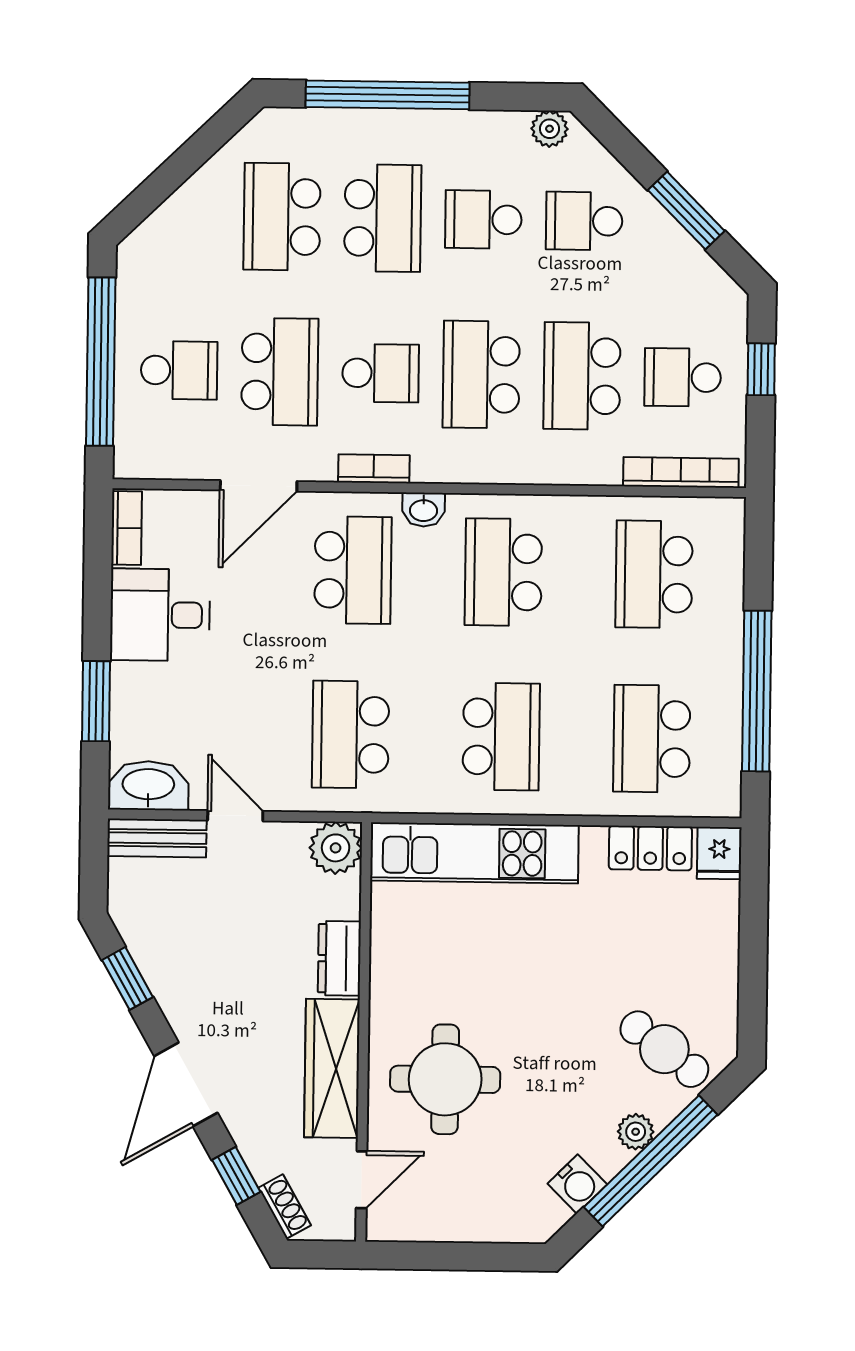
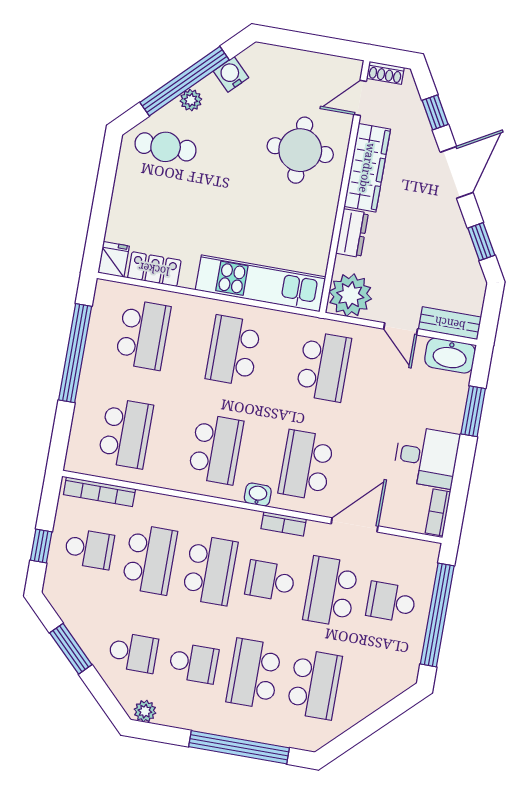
plant: (336, 848) -> (350, 295), width x1.36, depth x1.36
cafe table: (664, 1049) -> (166, 147), turned -37
shoe rack: (285, 1207) -> (385, 73), moved, turned -60

